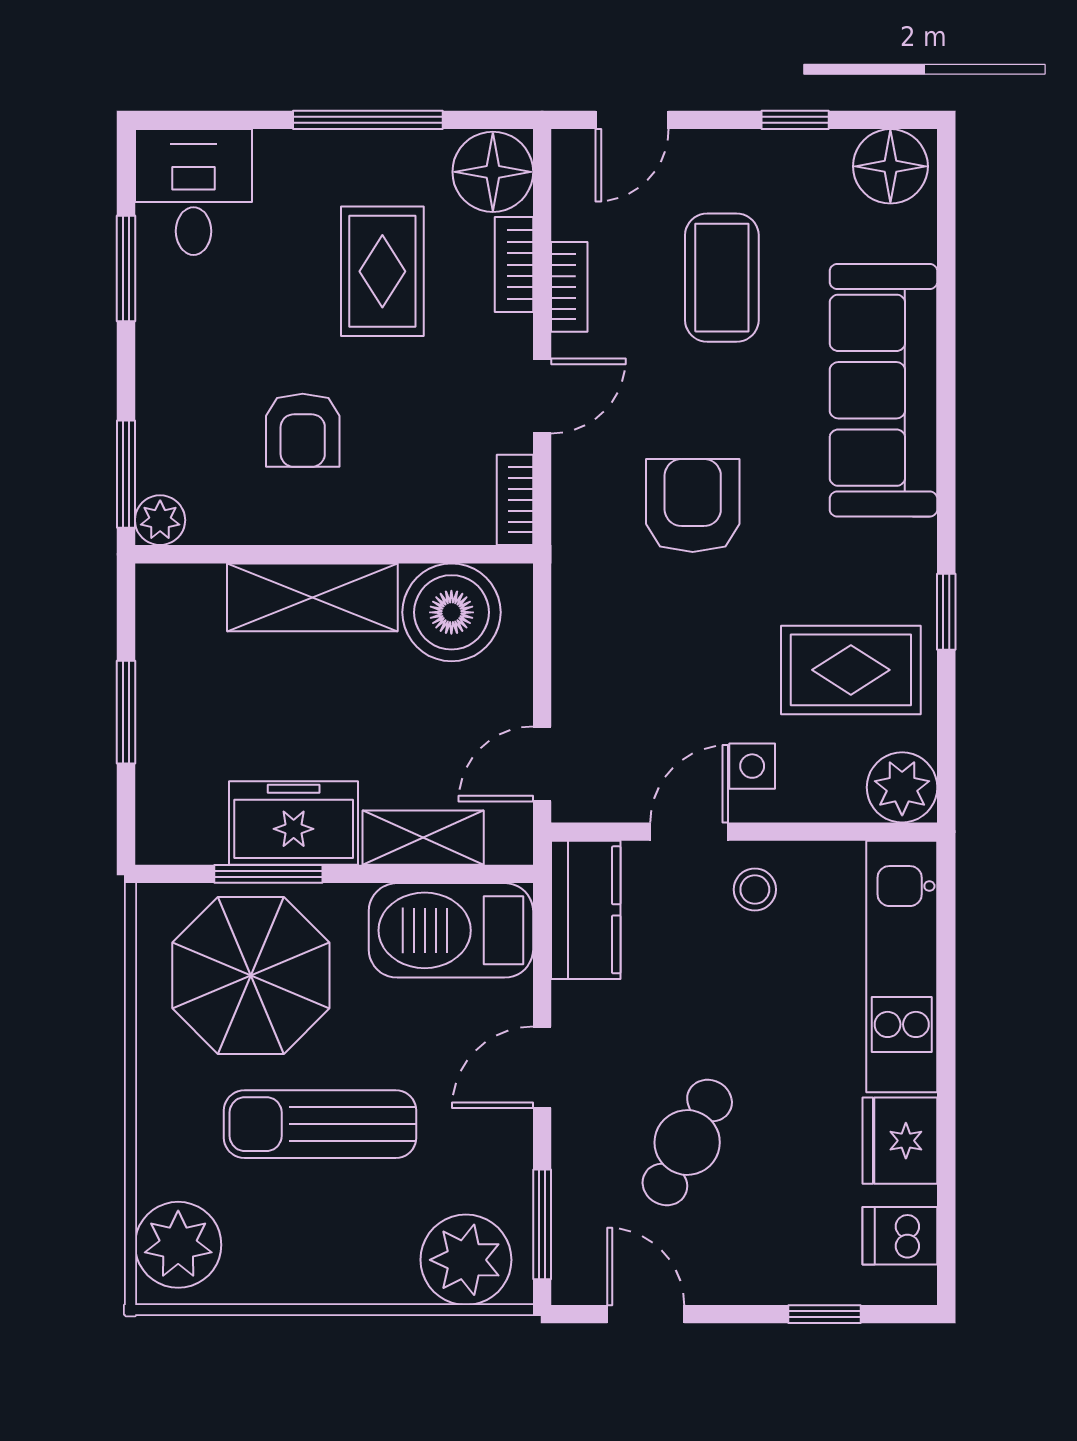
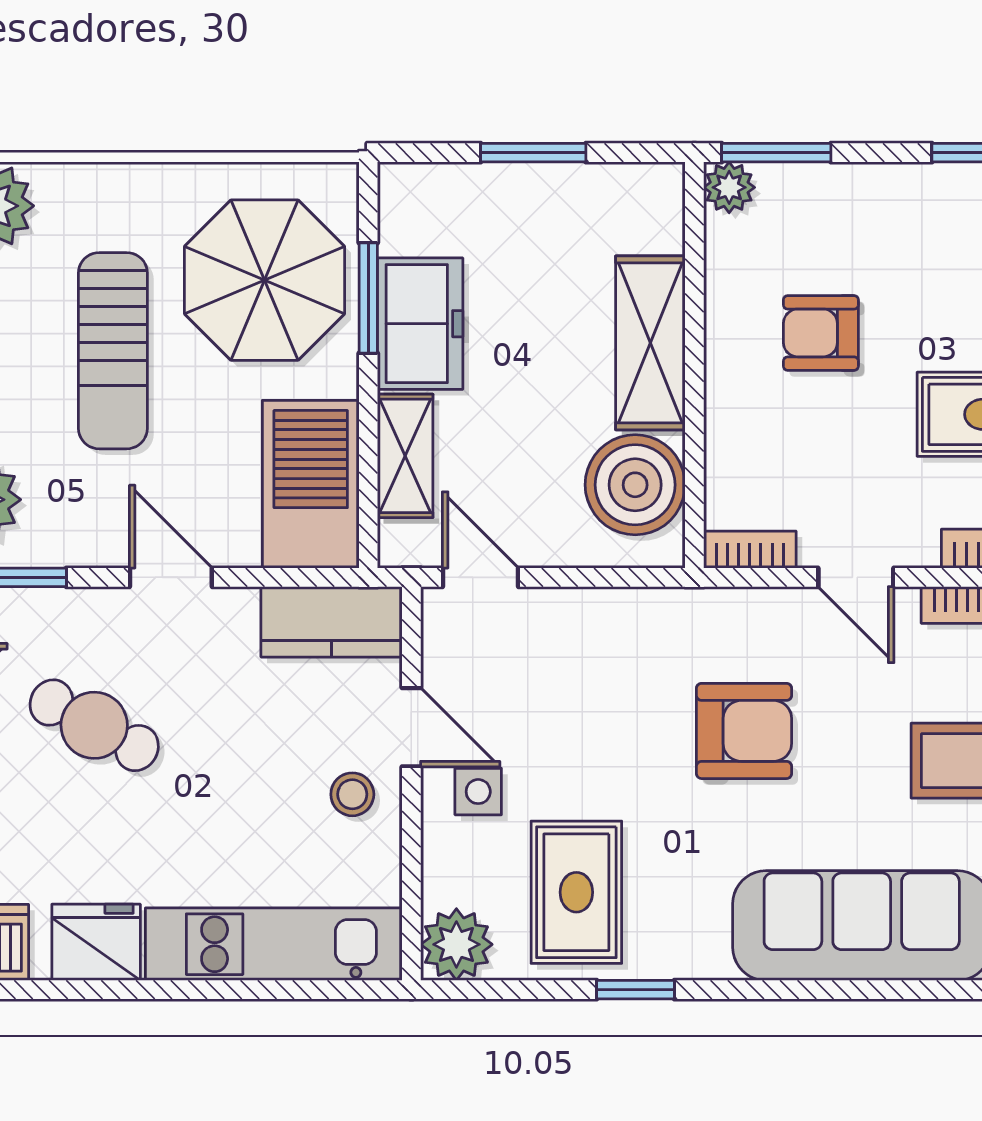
sun lounger: (320, 1124) -> (113, 351), turned 180

